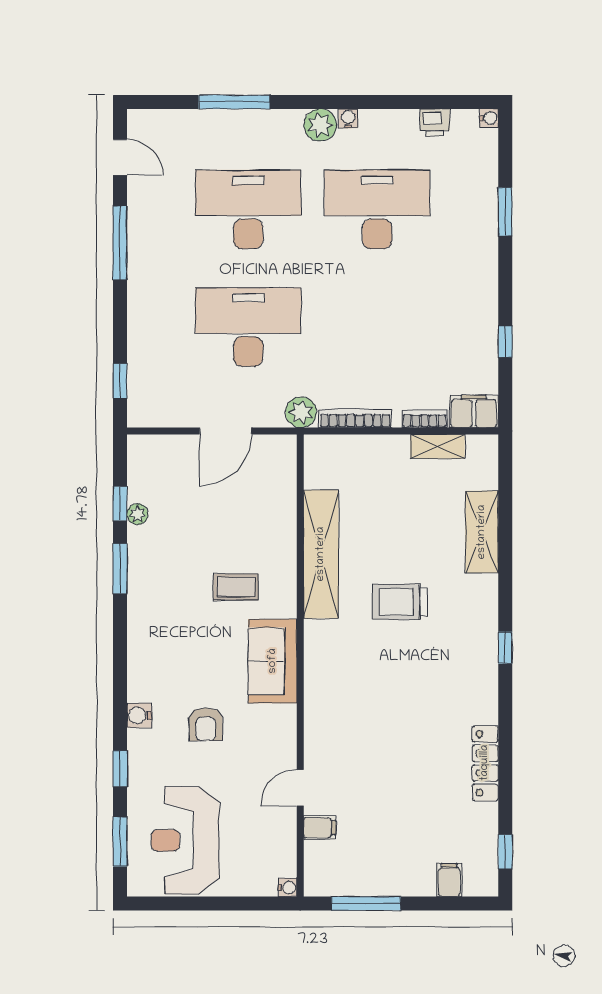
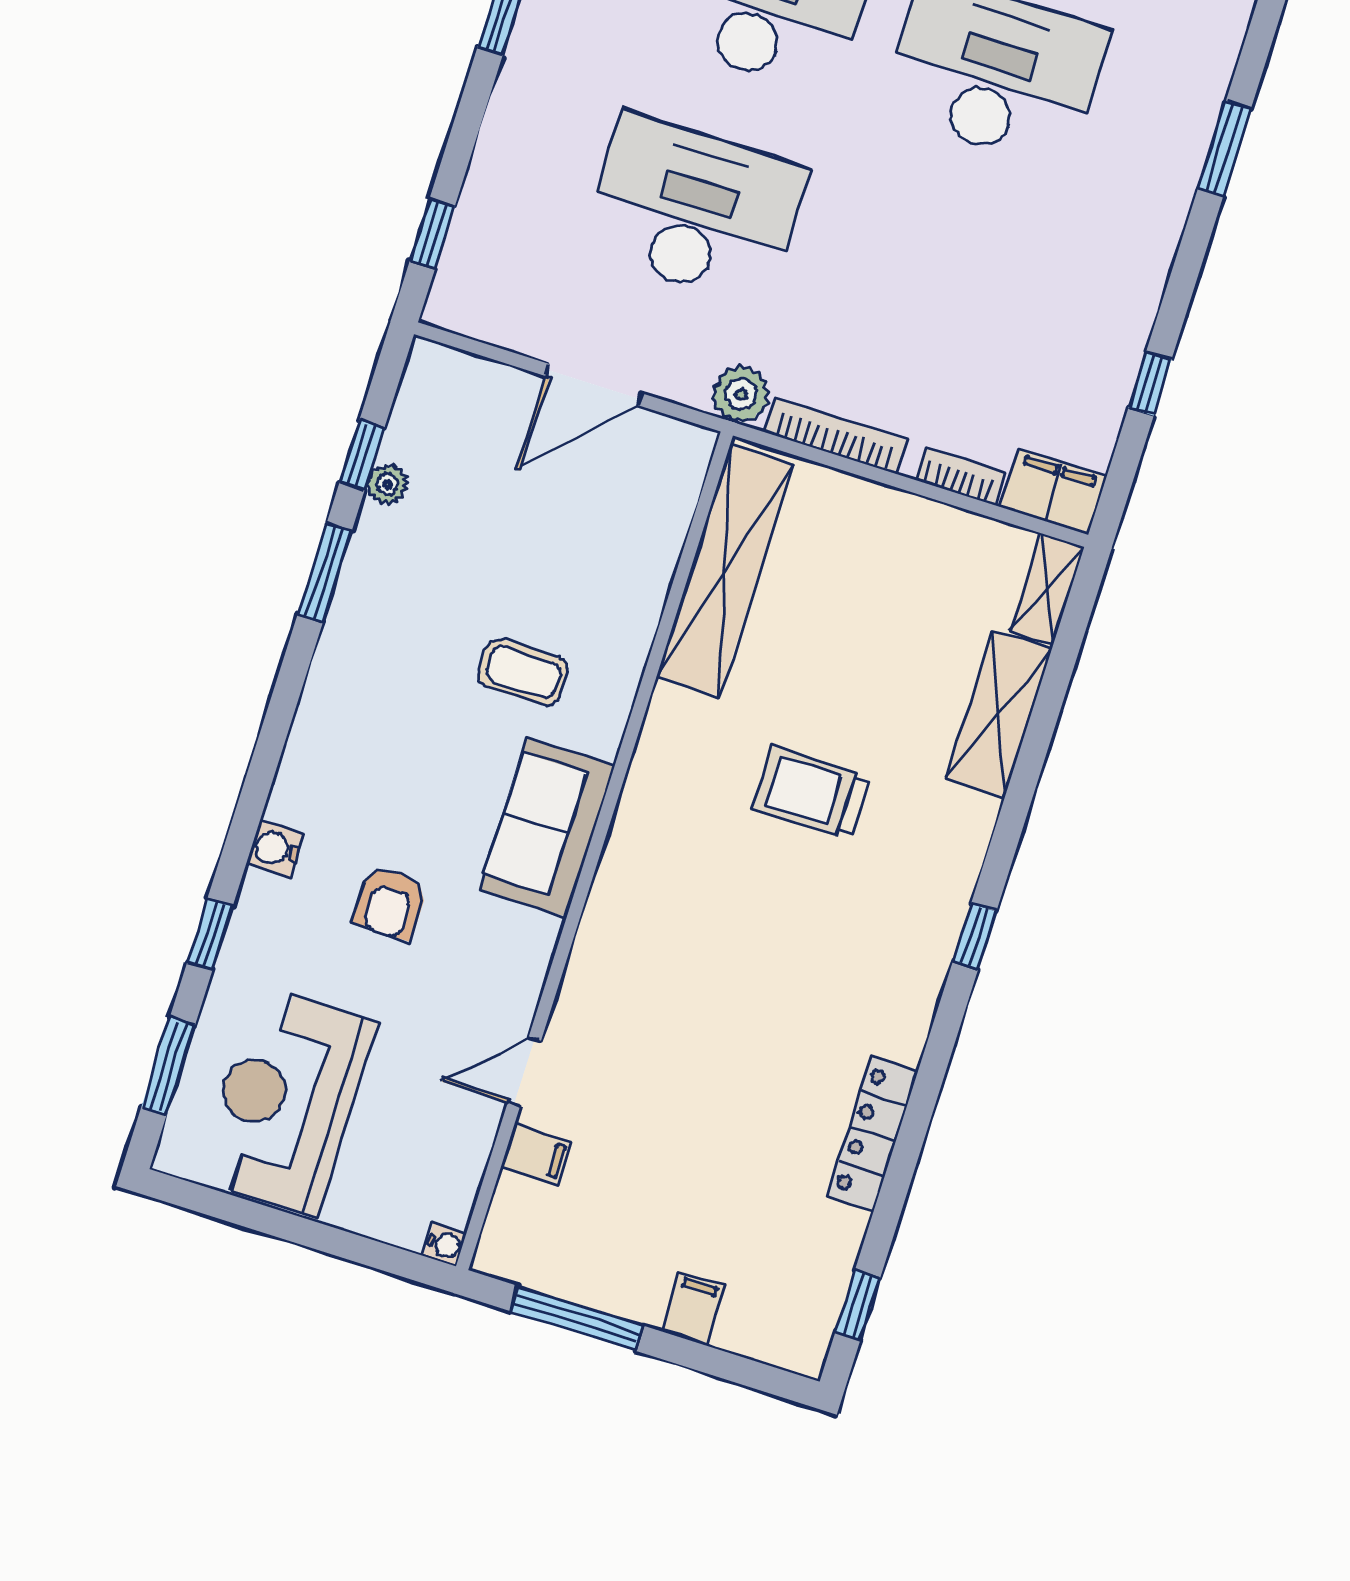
shelving: (438, 447) -> (1047, 589), moved, turned 90
shelving: (321, 554) -> (725, 571), moved
filing cabinet: (449, 880) -> (693, 1308), moved

